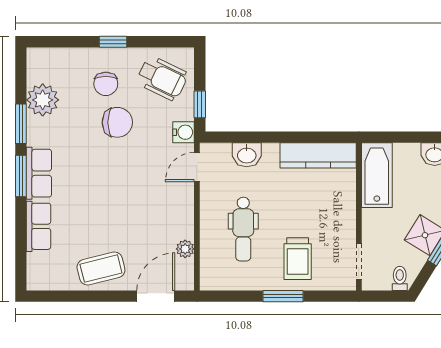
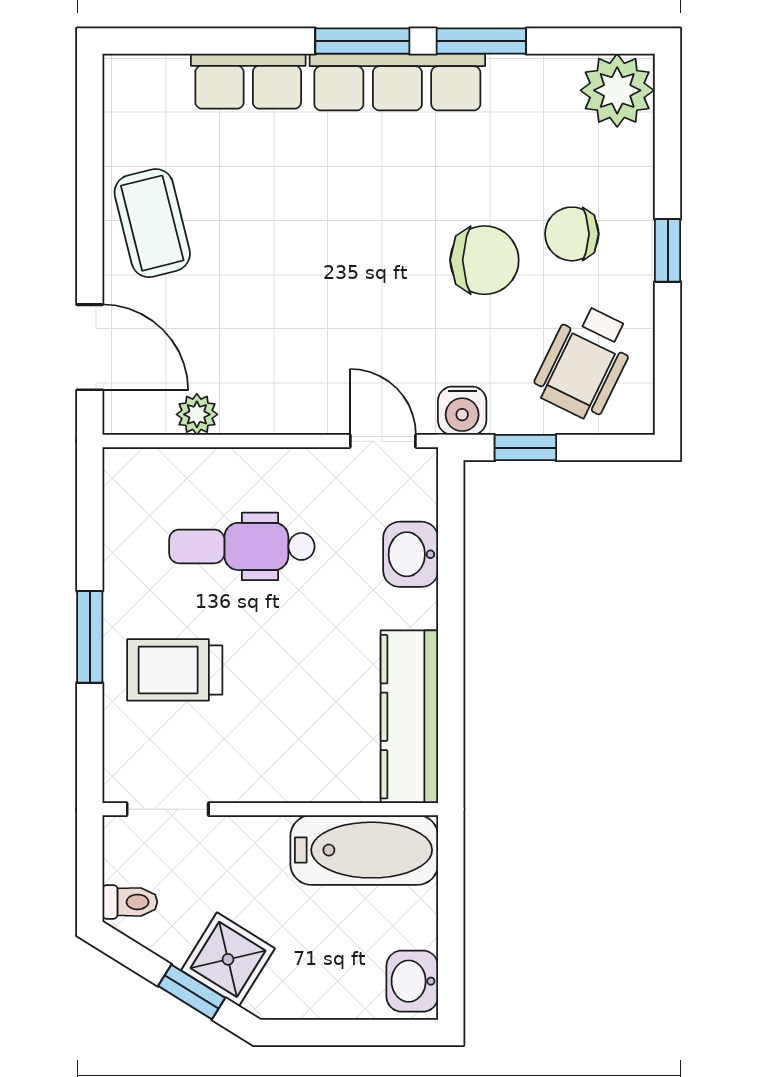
plant: (43, 100) -> (617, 90), moved
chair: (117, 122) -> (484, 260), turned -90
row of seats: (39, 173) -> (397, 82), width x1.48

